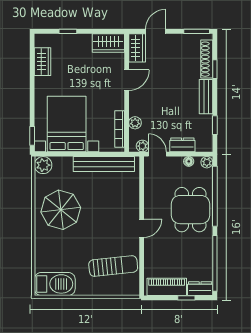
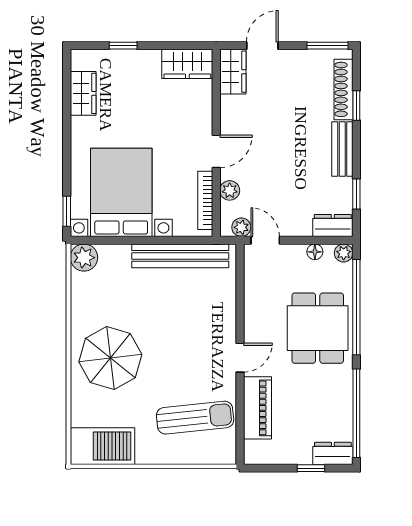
door: (127, 80) -> (216, 151), moved
dresser: (182, 145) -> (333, 225), moved
parasol: (61, 210) -> (110, 358), moved
piano: (167, 287) -> (258, 408), moved, turned 90

